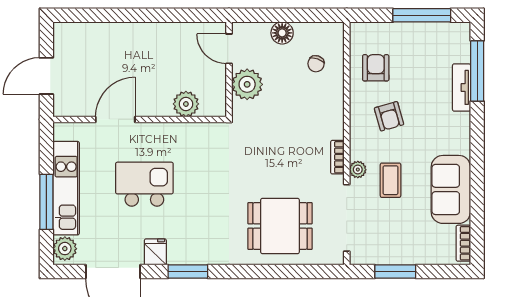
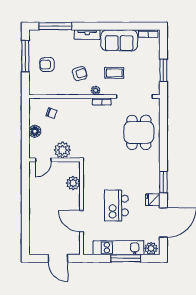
armchair: (376, 68) -> (47, 64), moved
tv unit: (462, 87) -> (87, 35), moved
plant: (358, 170) -> (96, 90), moved

